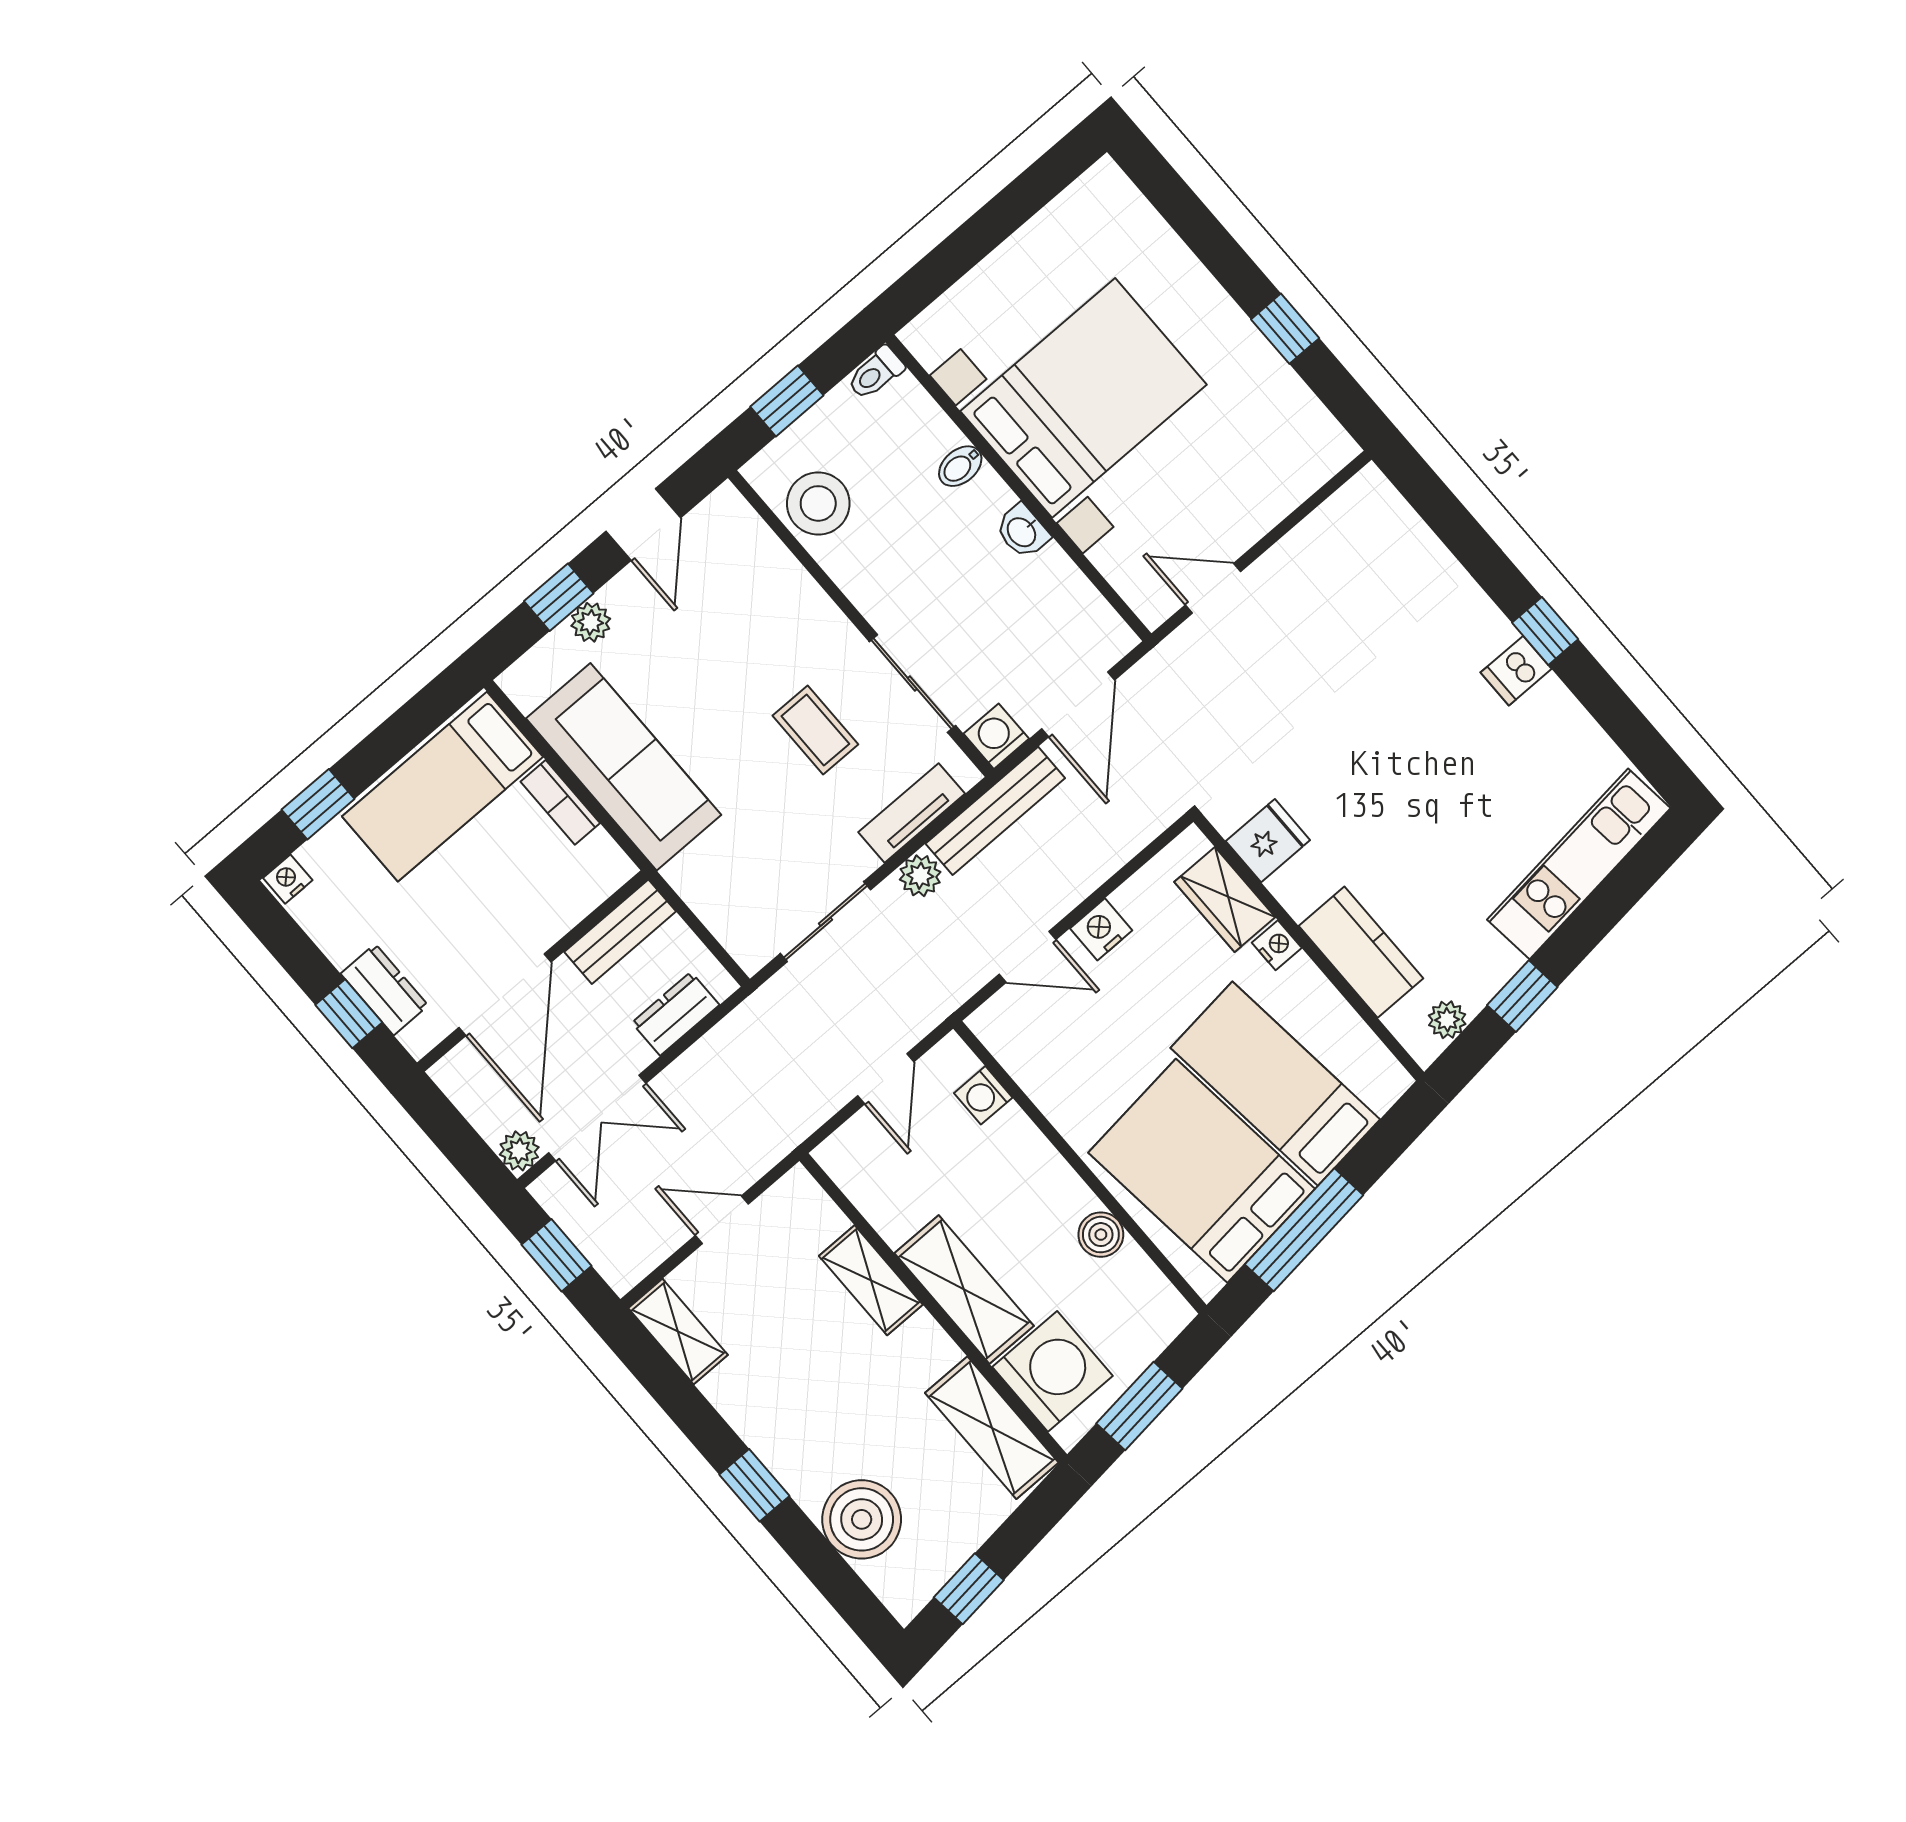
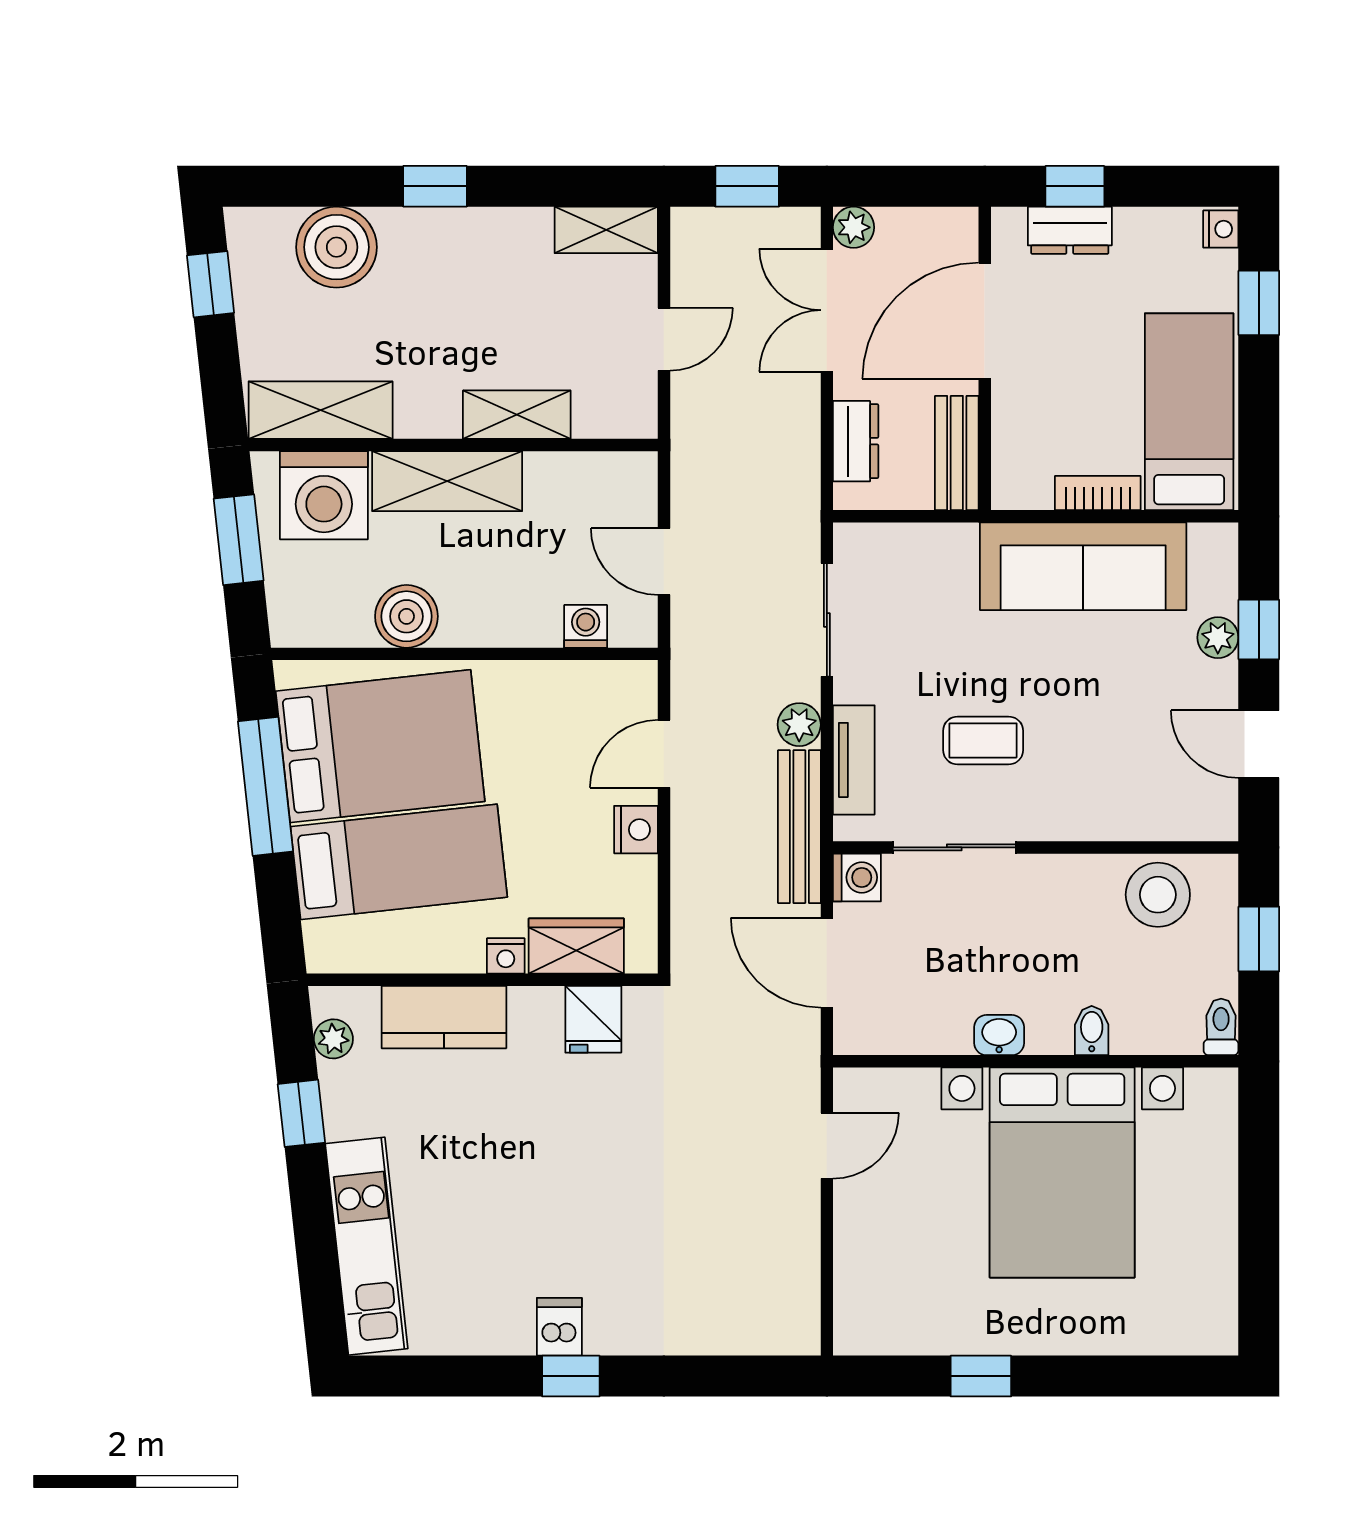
door: (505, 995) -> (985, 321), hinge flipped
boiler: (1101, 1235) -> (406, 616), width x1.36, depth x1.36

